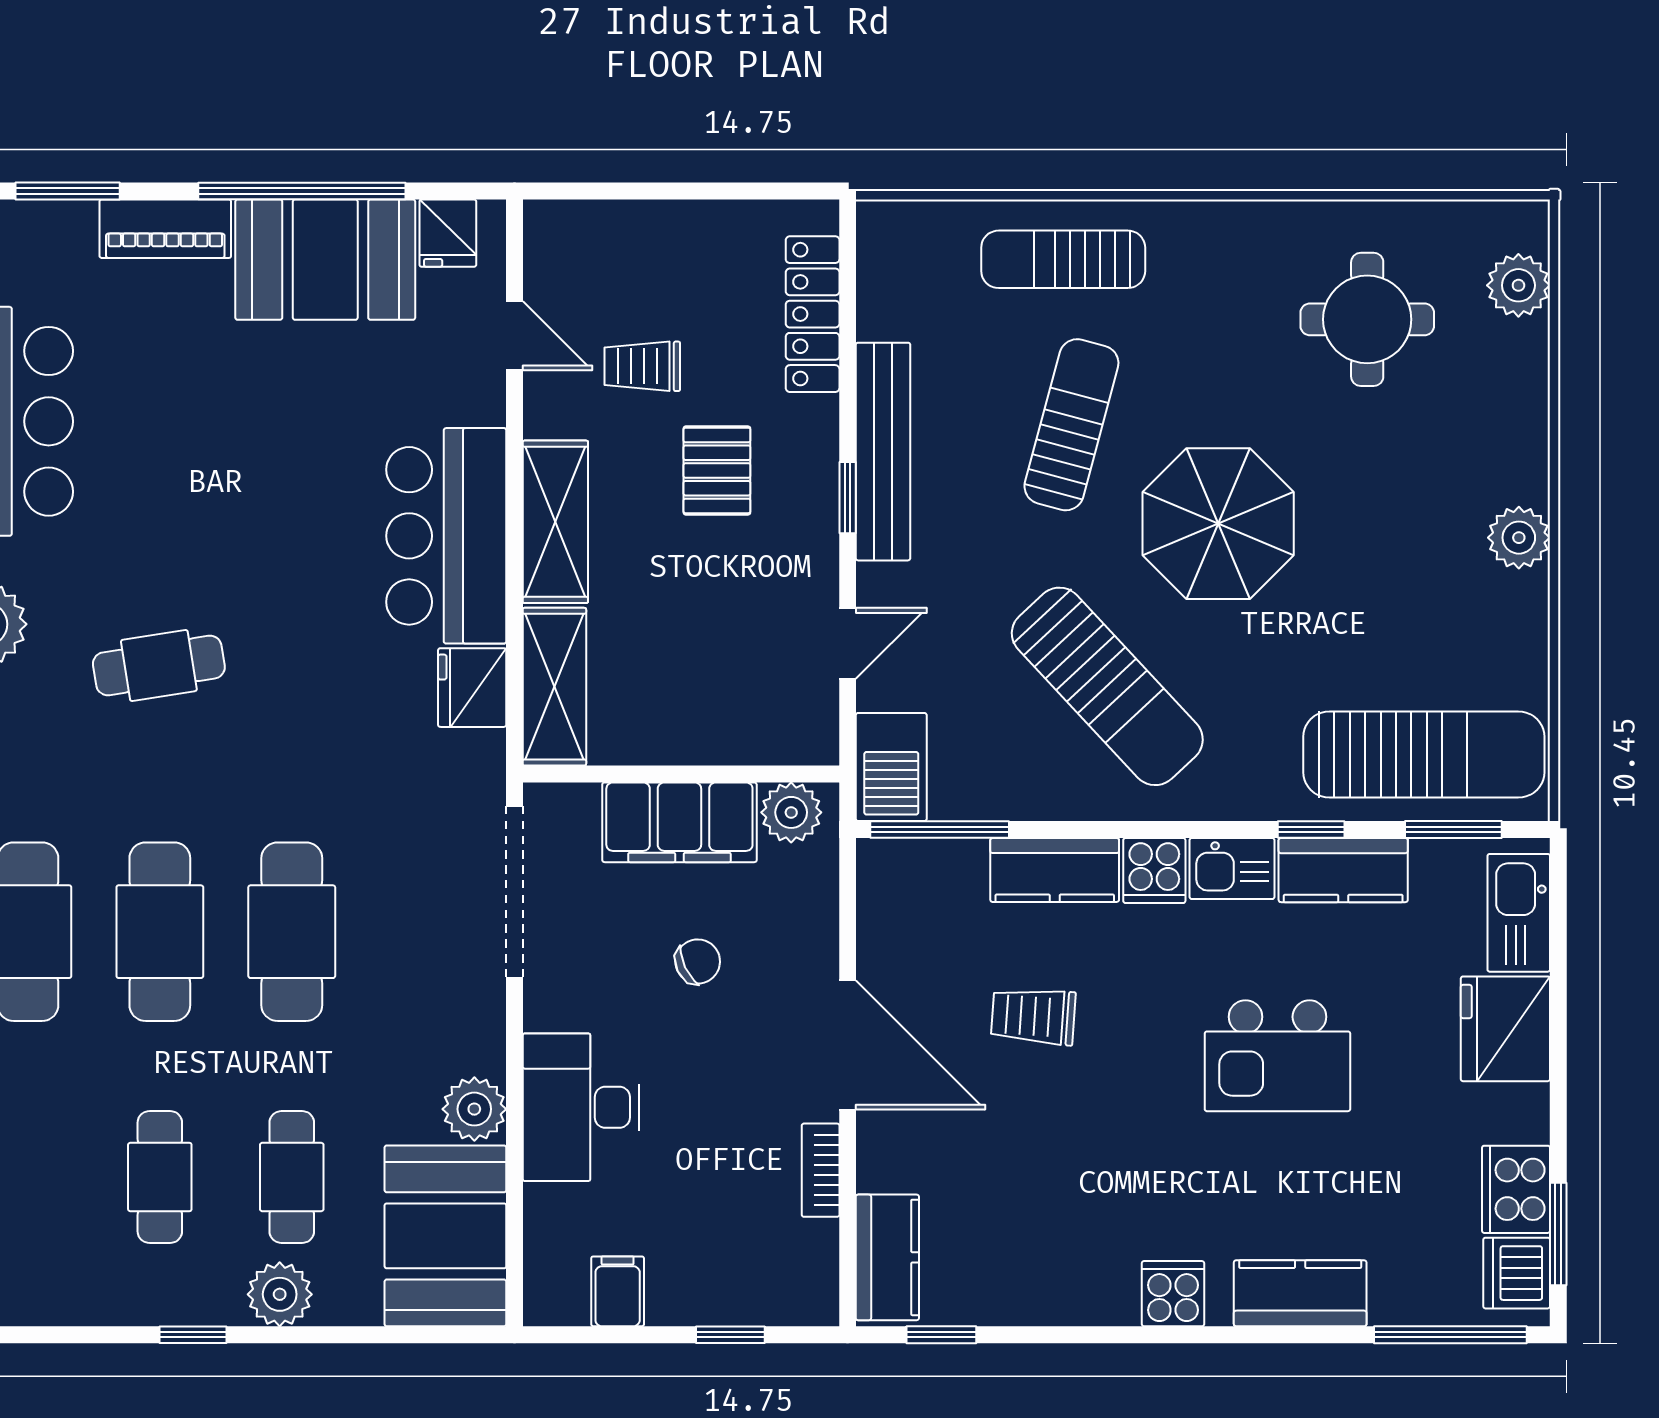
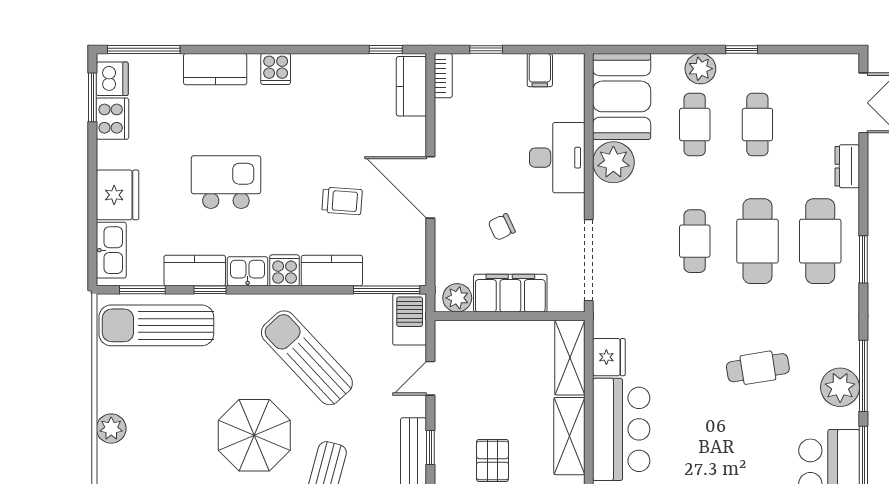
cafe table: (292, 932) -> (695, 241), width x0.73, depth x0.74
plant: (474, 1109) -> (613, 162), width x1.36, depth x1.36
bookcase: (821, 1170) -> (443, 76), moved

